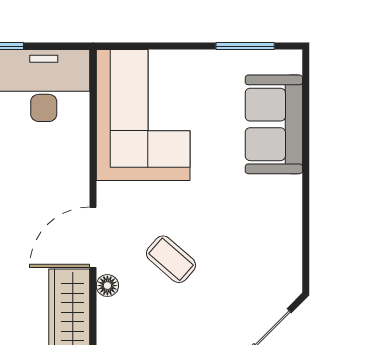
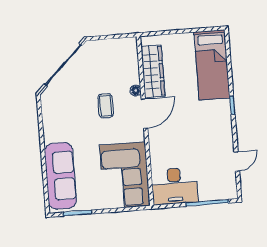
sofa: (274, 124) -> (60, 176), width x1.36
coffee table: (171, 259) -> (106, 106), turned 49

